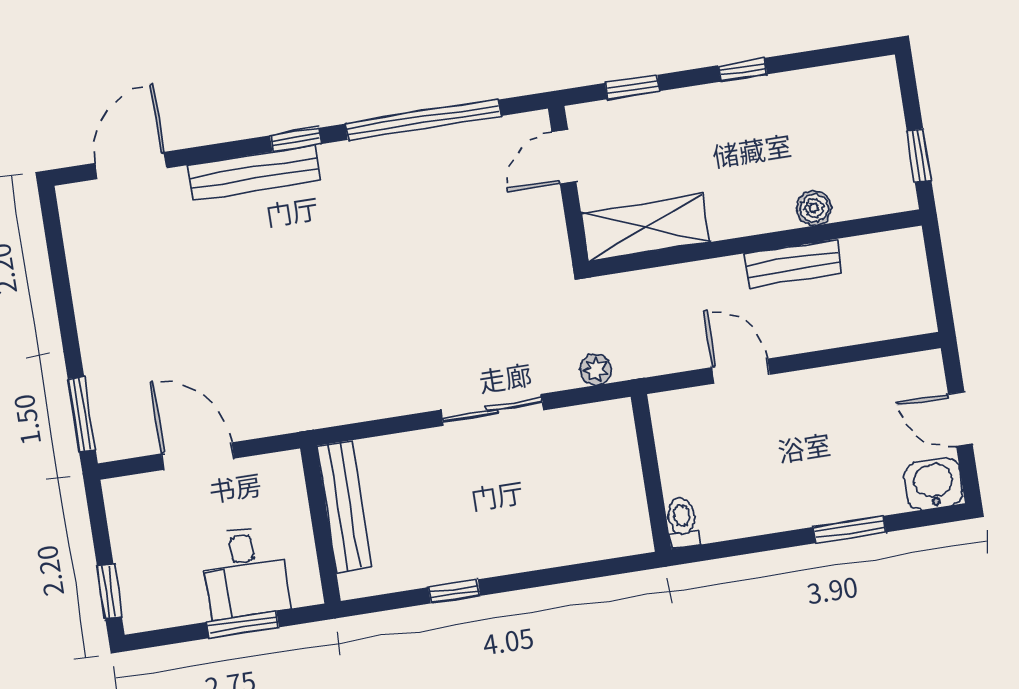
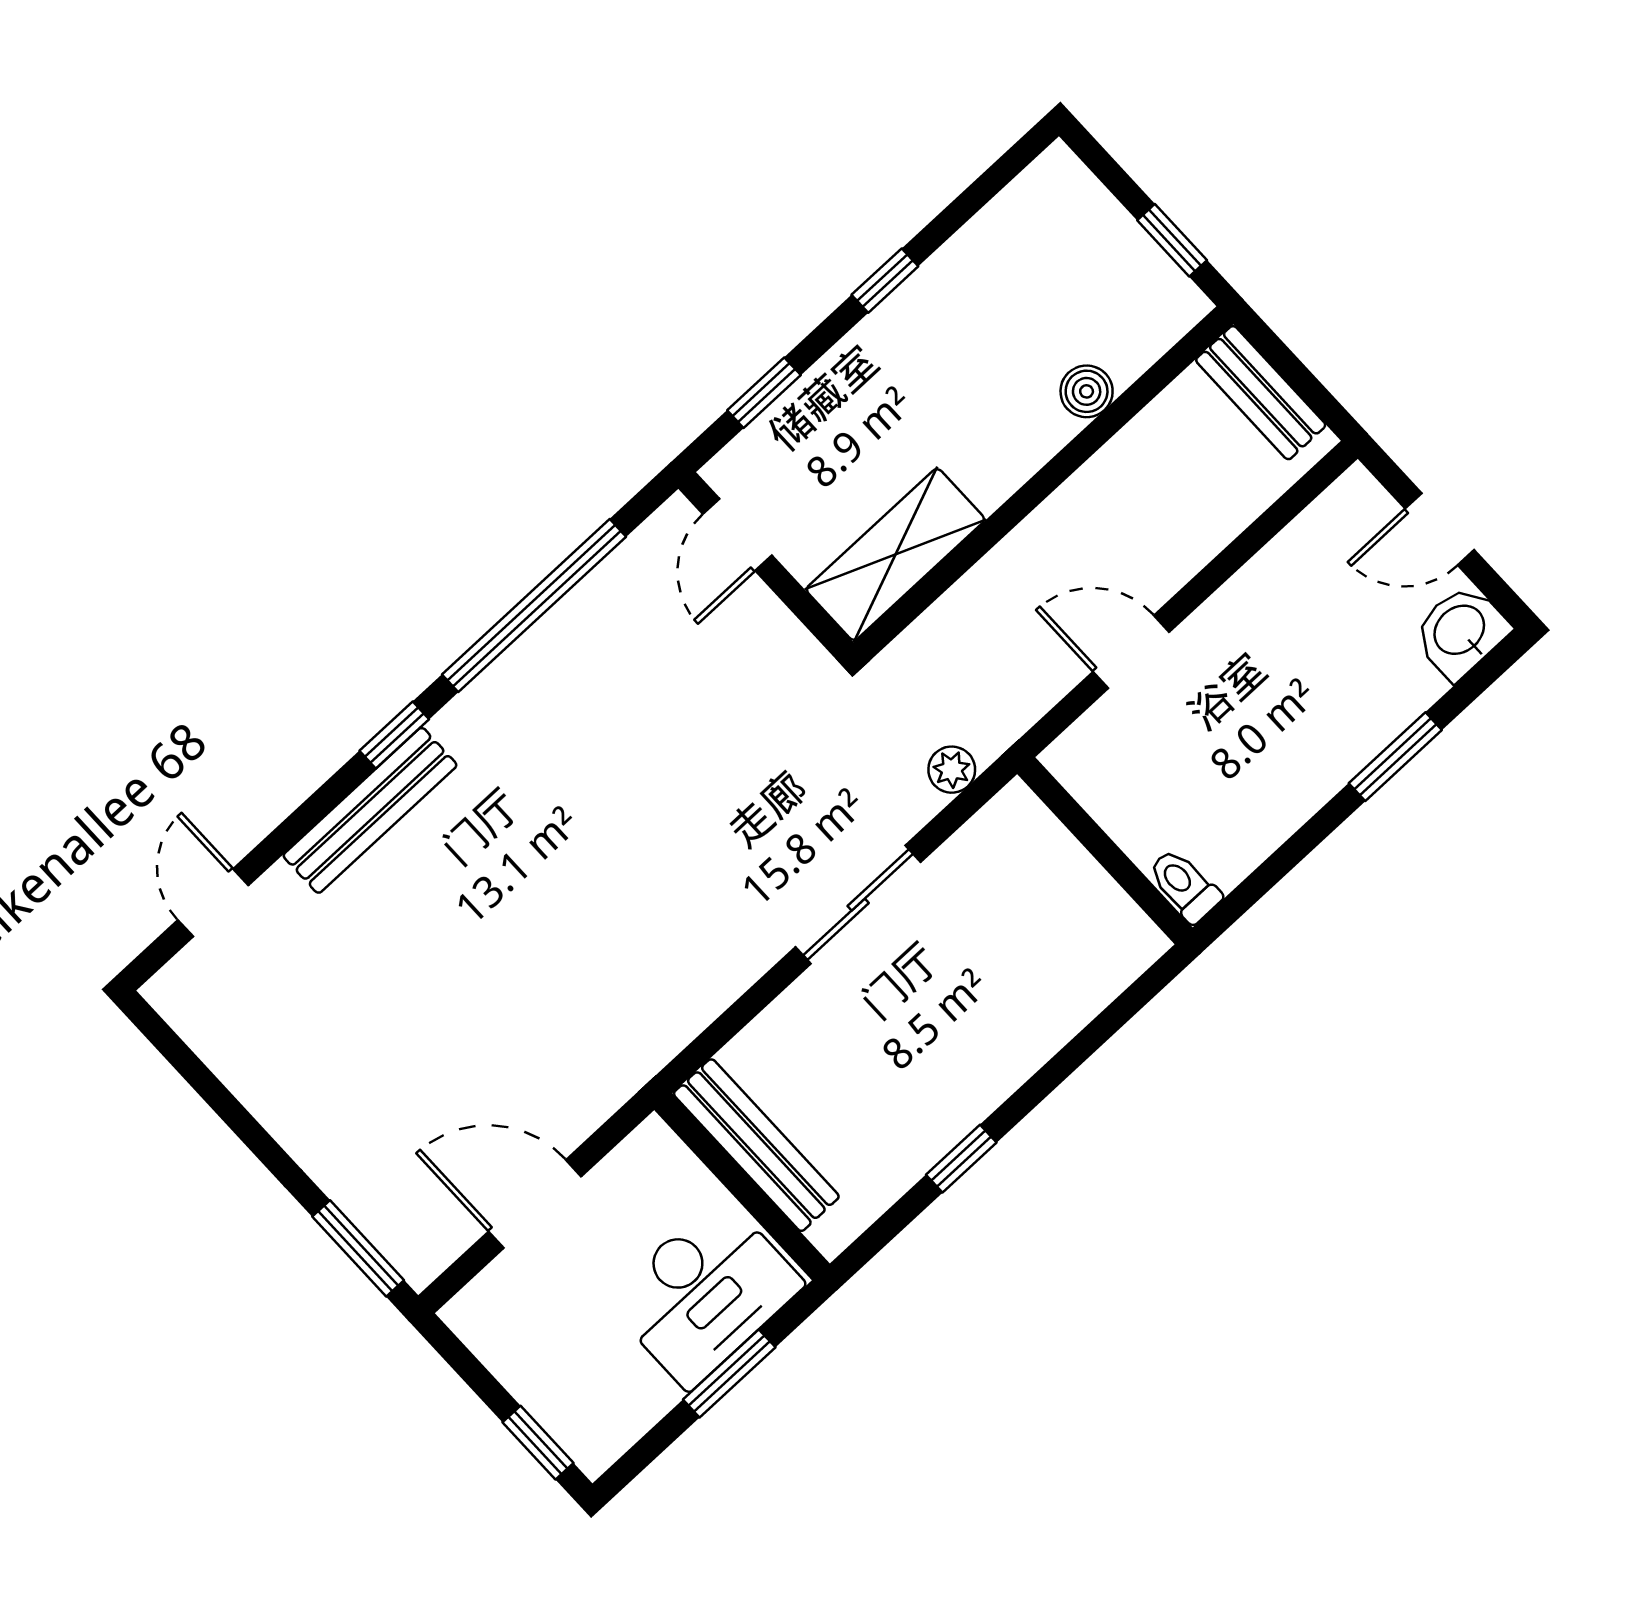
door: (131, 166) -> (213, 903), width x0.73
bench: (793, 264) -> (1261, 393), moved, turned 90
desk: (245, 572) -> (705, 1292), width x1.37

